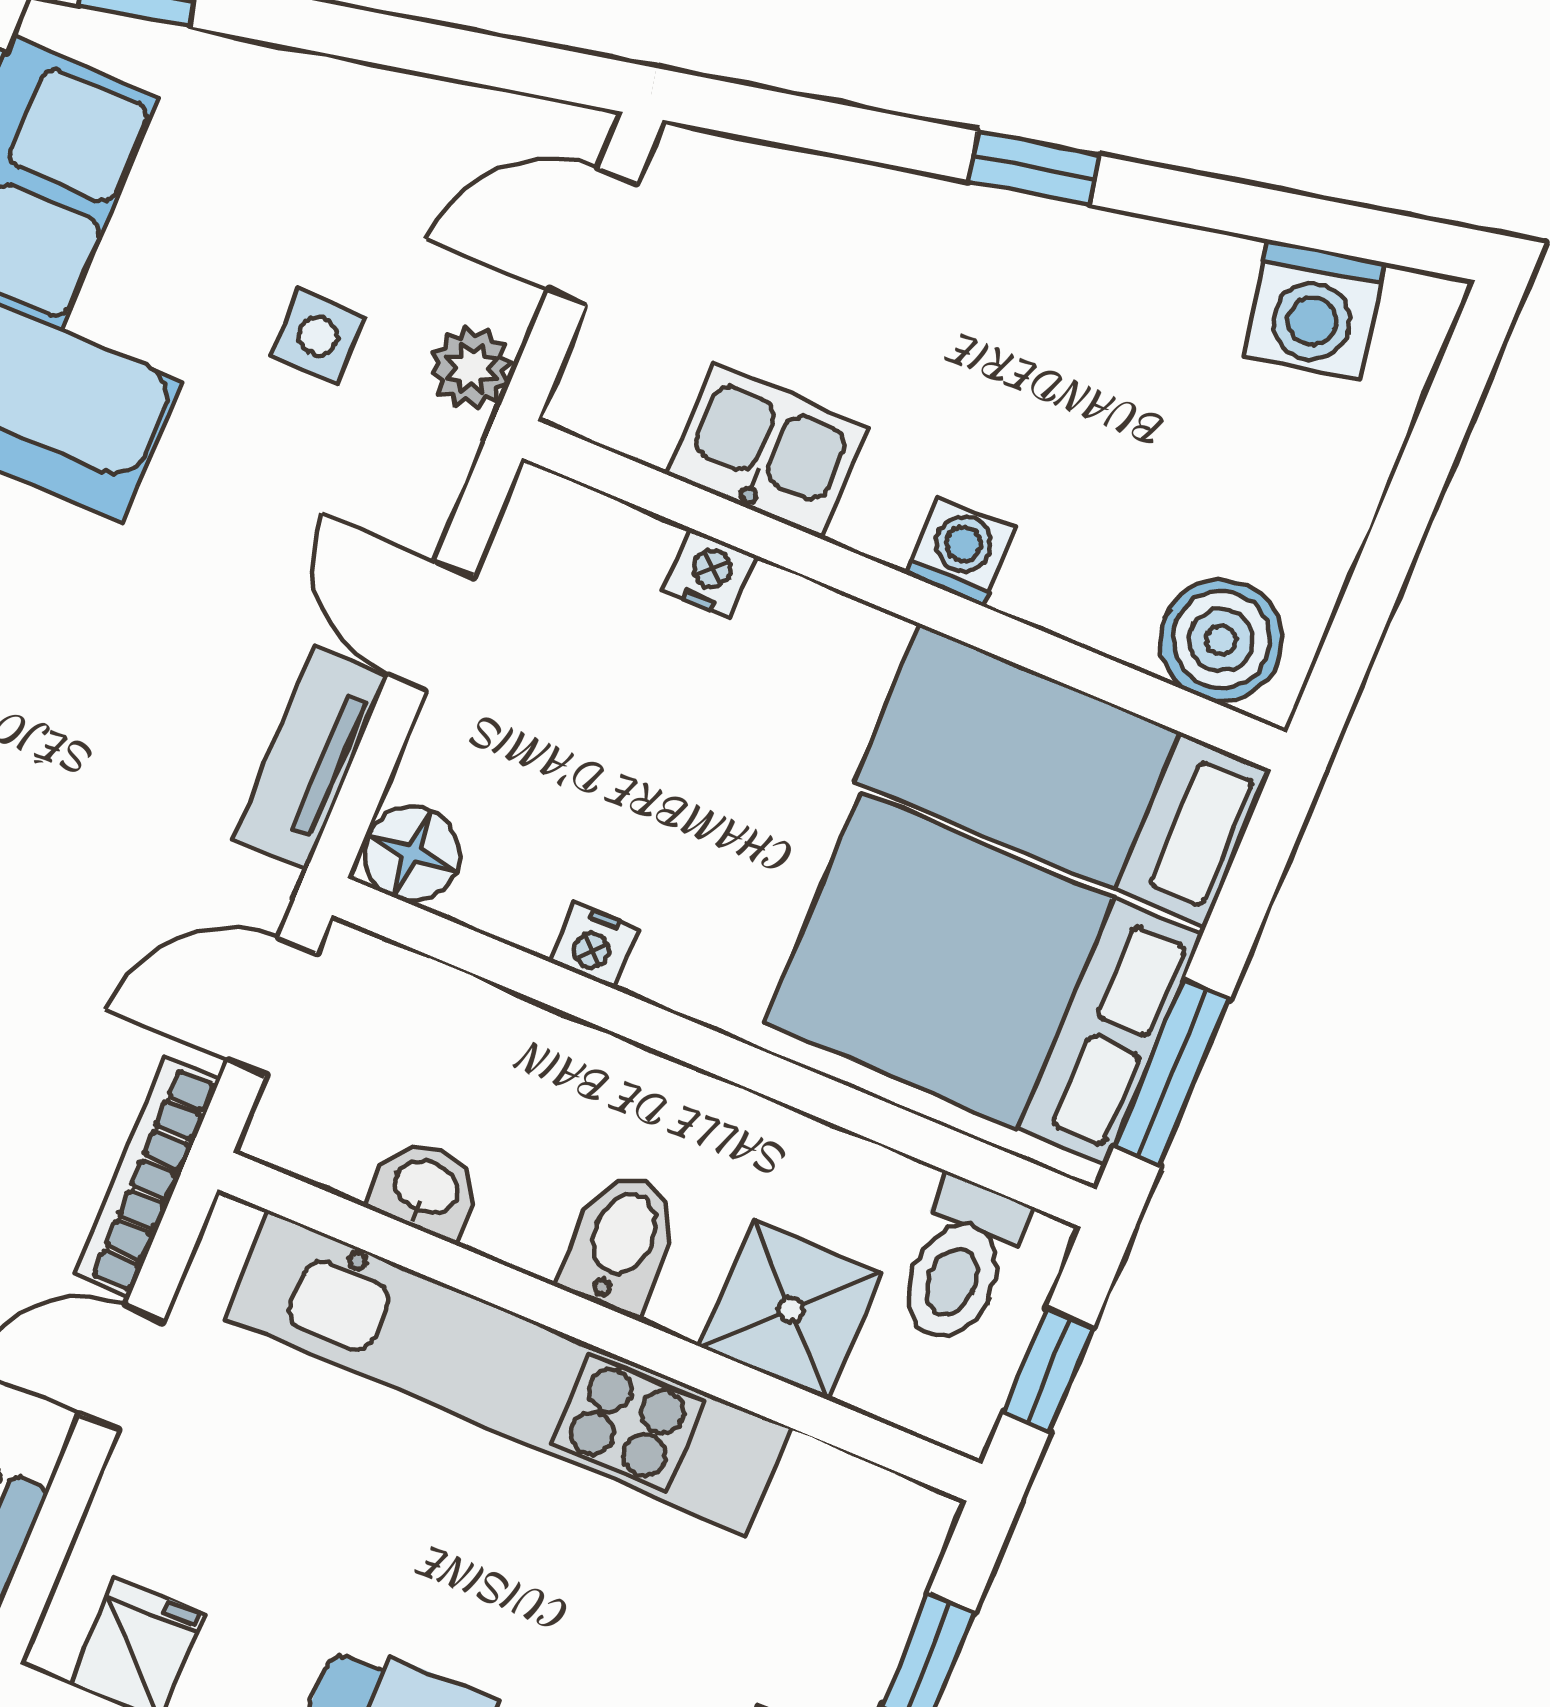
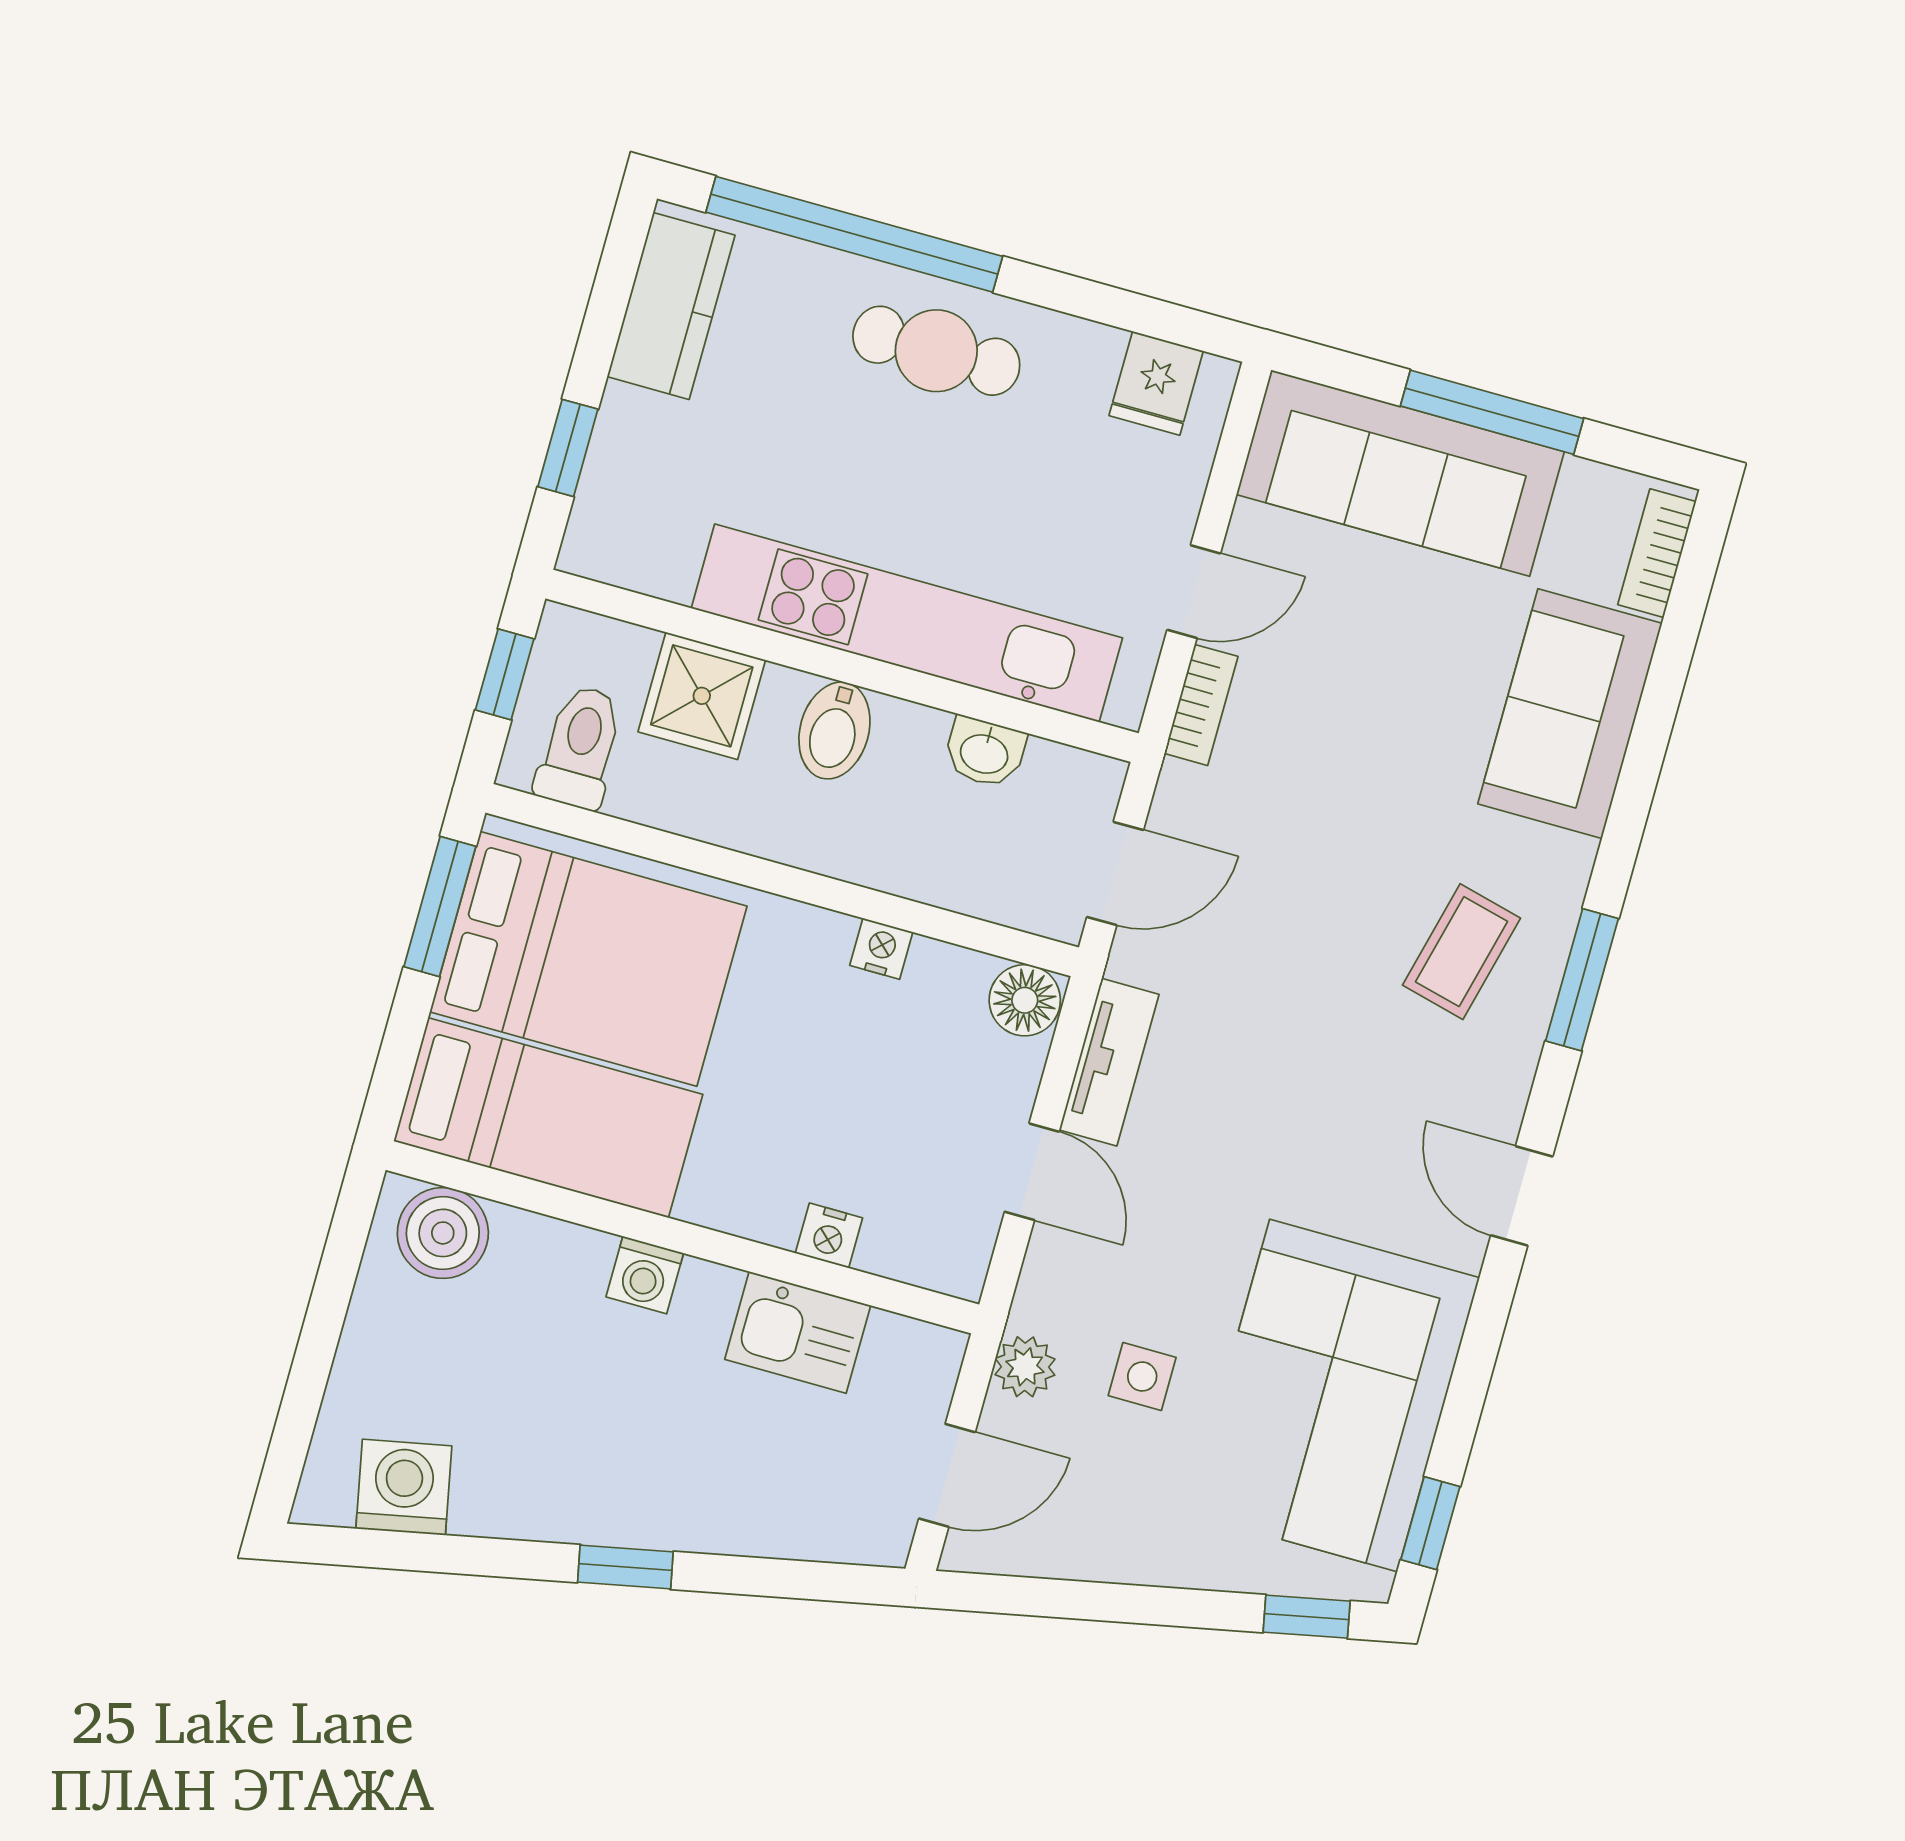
bookcase: (147, 1177) -> (1201, 705), width x0.64

